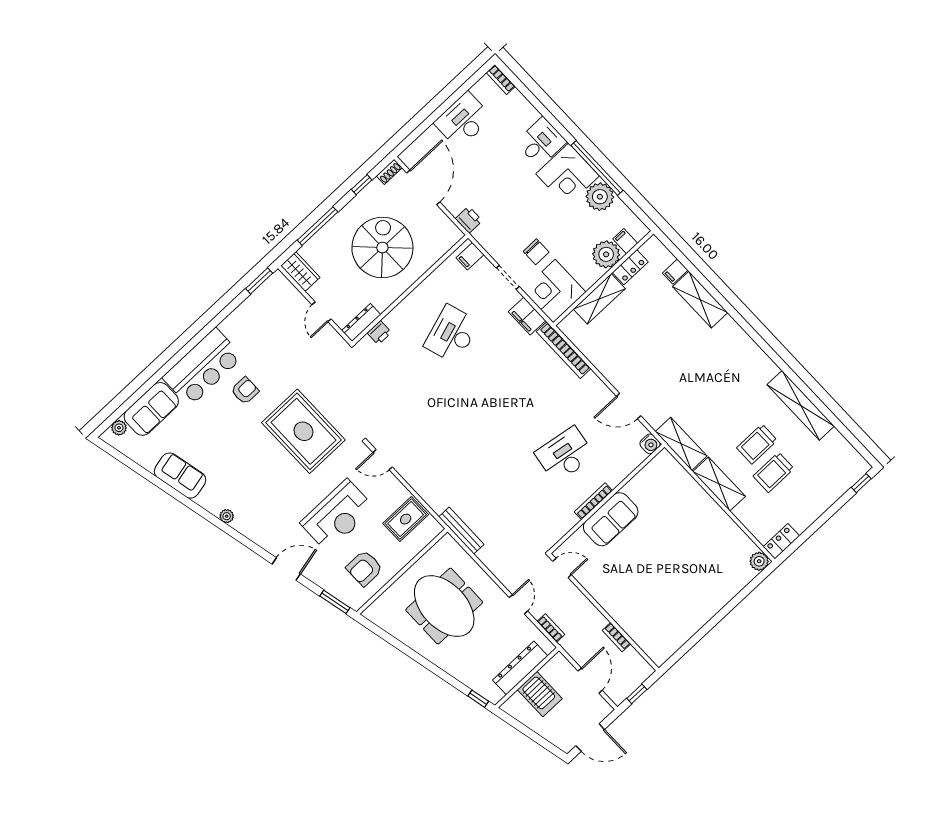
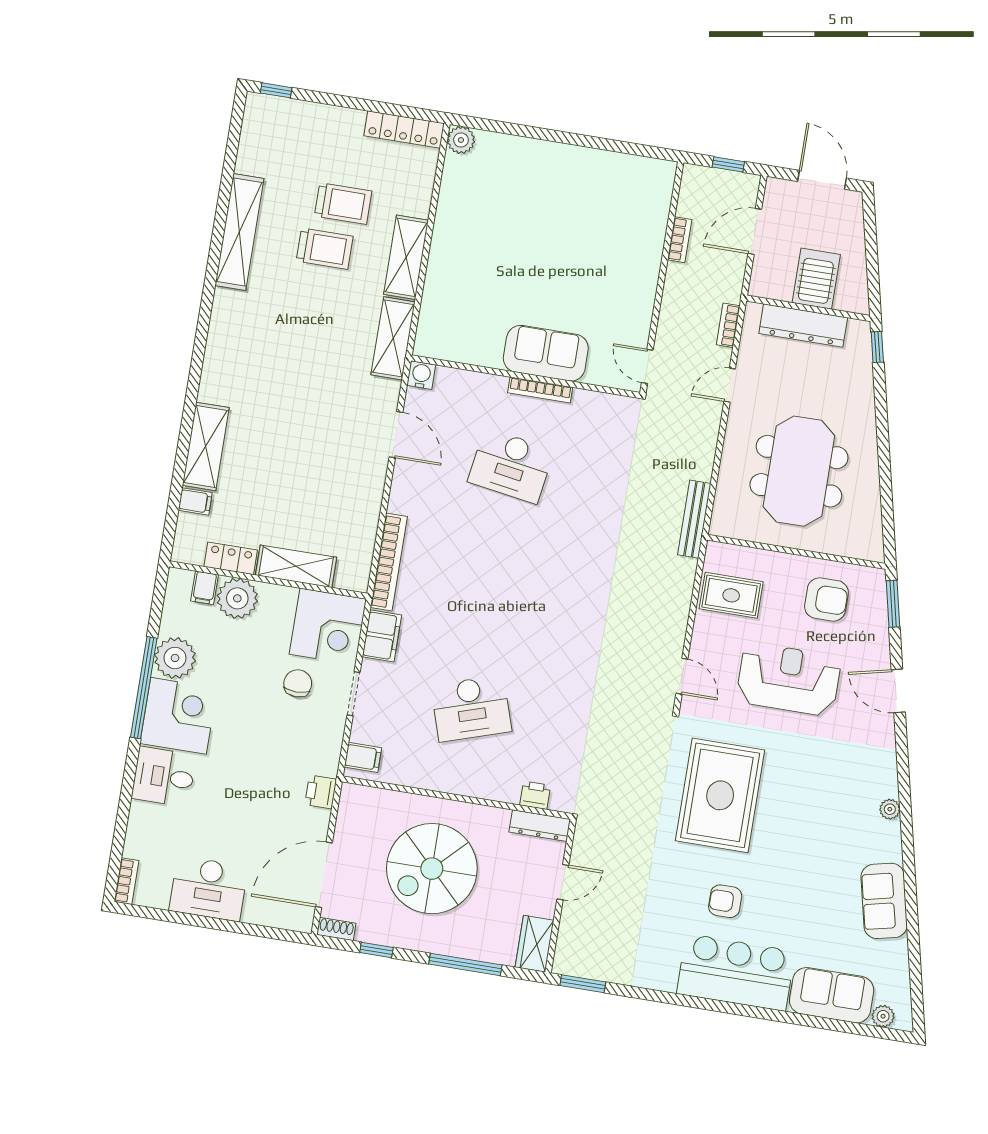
locker: (781, 541) -> (404, 130), width x1.53

